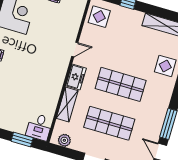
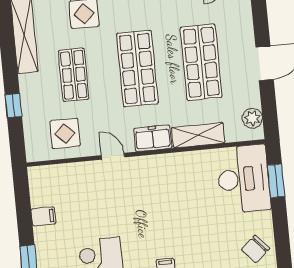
display table: (99, 17) -> (65, 133), moved
shop shelf: (132, 46) -> (74, 75), added
desk: (39, 127) -> (244, 179), width x1.87, depth x1.30

